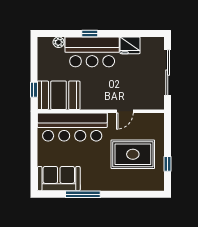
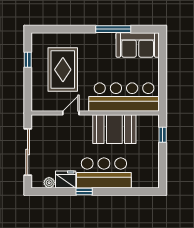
window: (90, 33) -> (84, 191), moved
plant: (59, 42) -> (49, 183), moved
booth: (59, 95) -> (114, 129), moved
rug: (133, 154) -> (63, 70), turned 90

